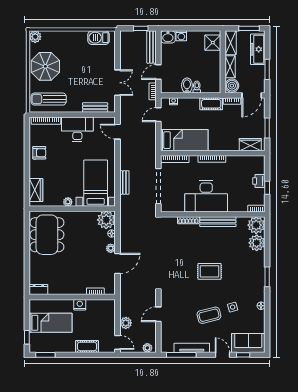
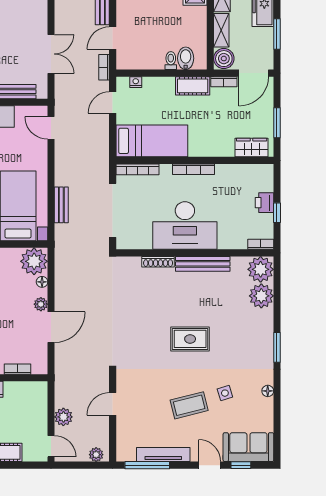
bidet: (187, 85) -> (186, 58), moved

